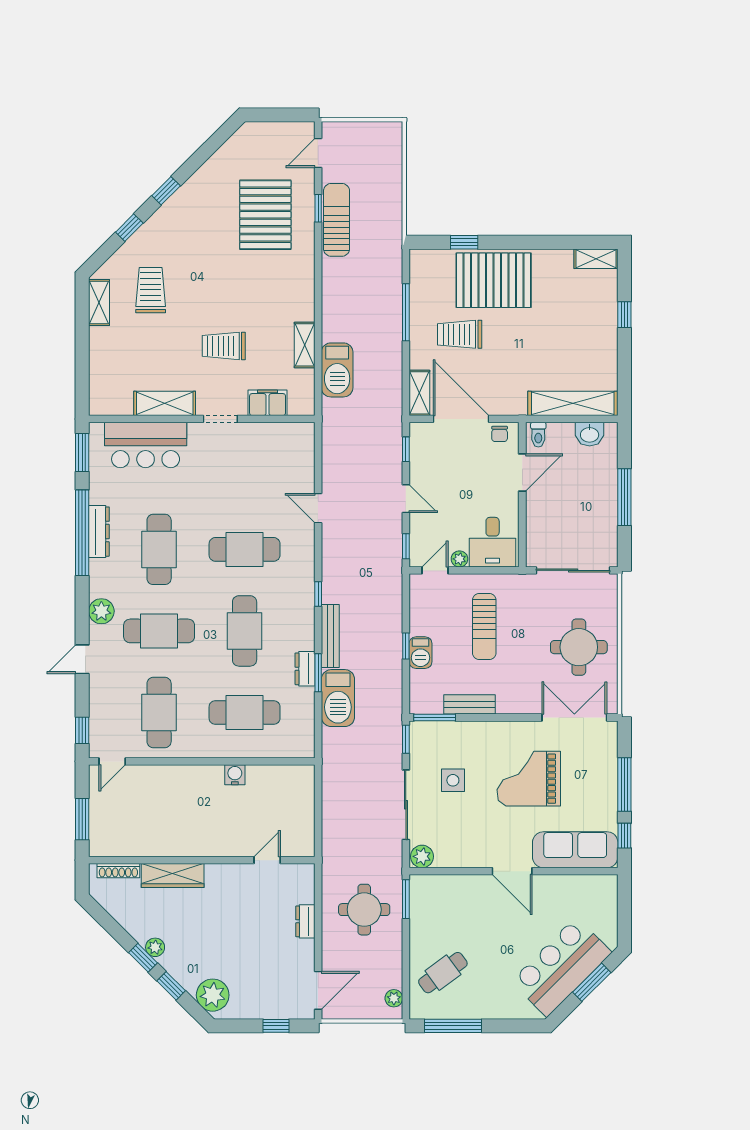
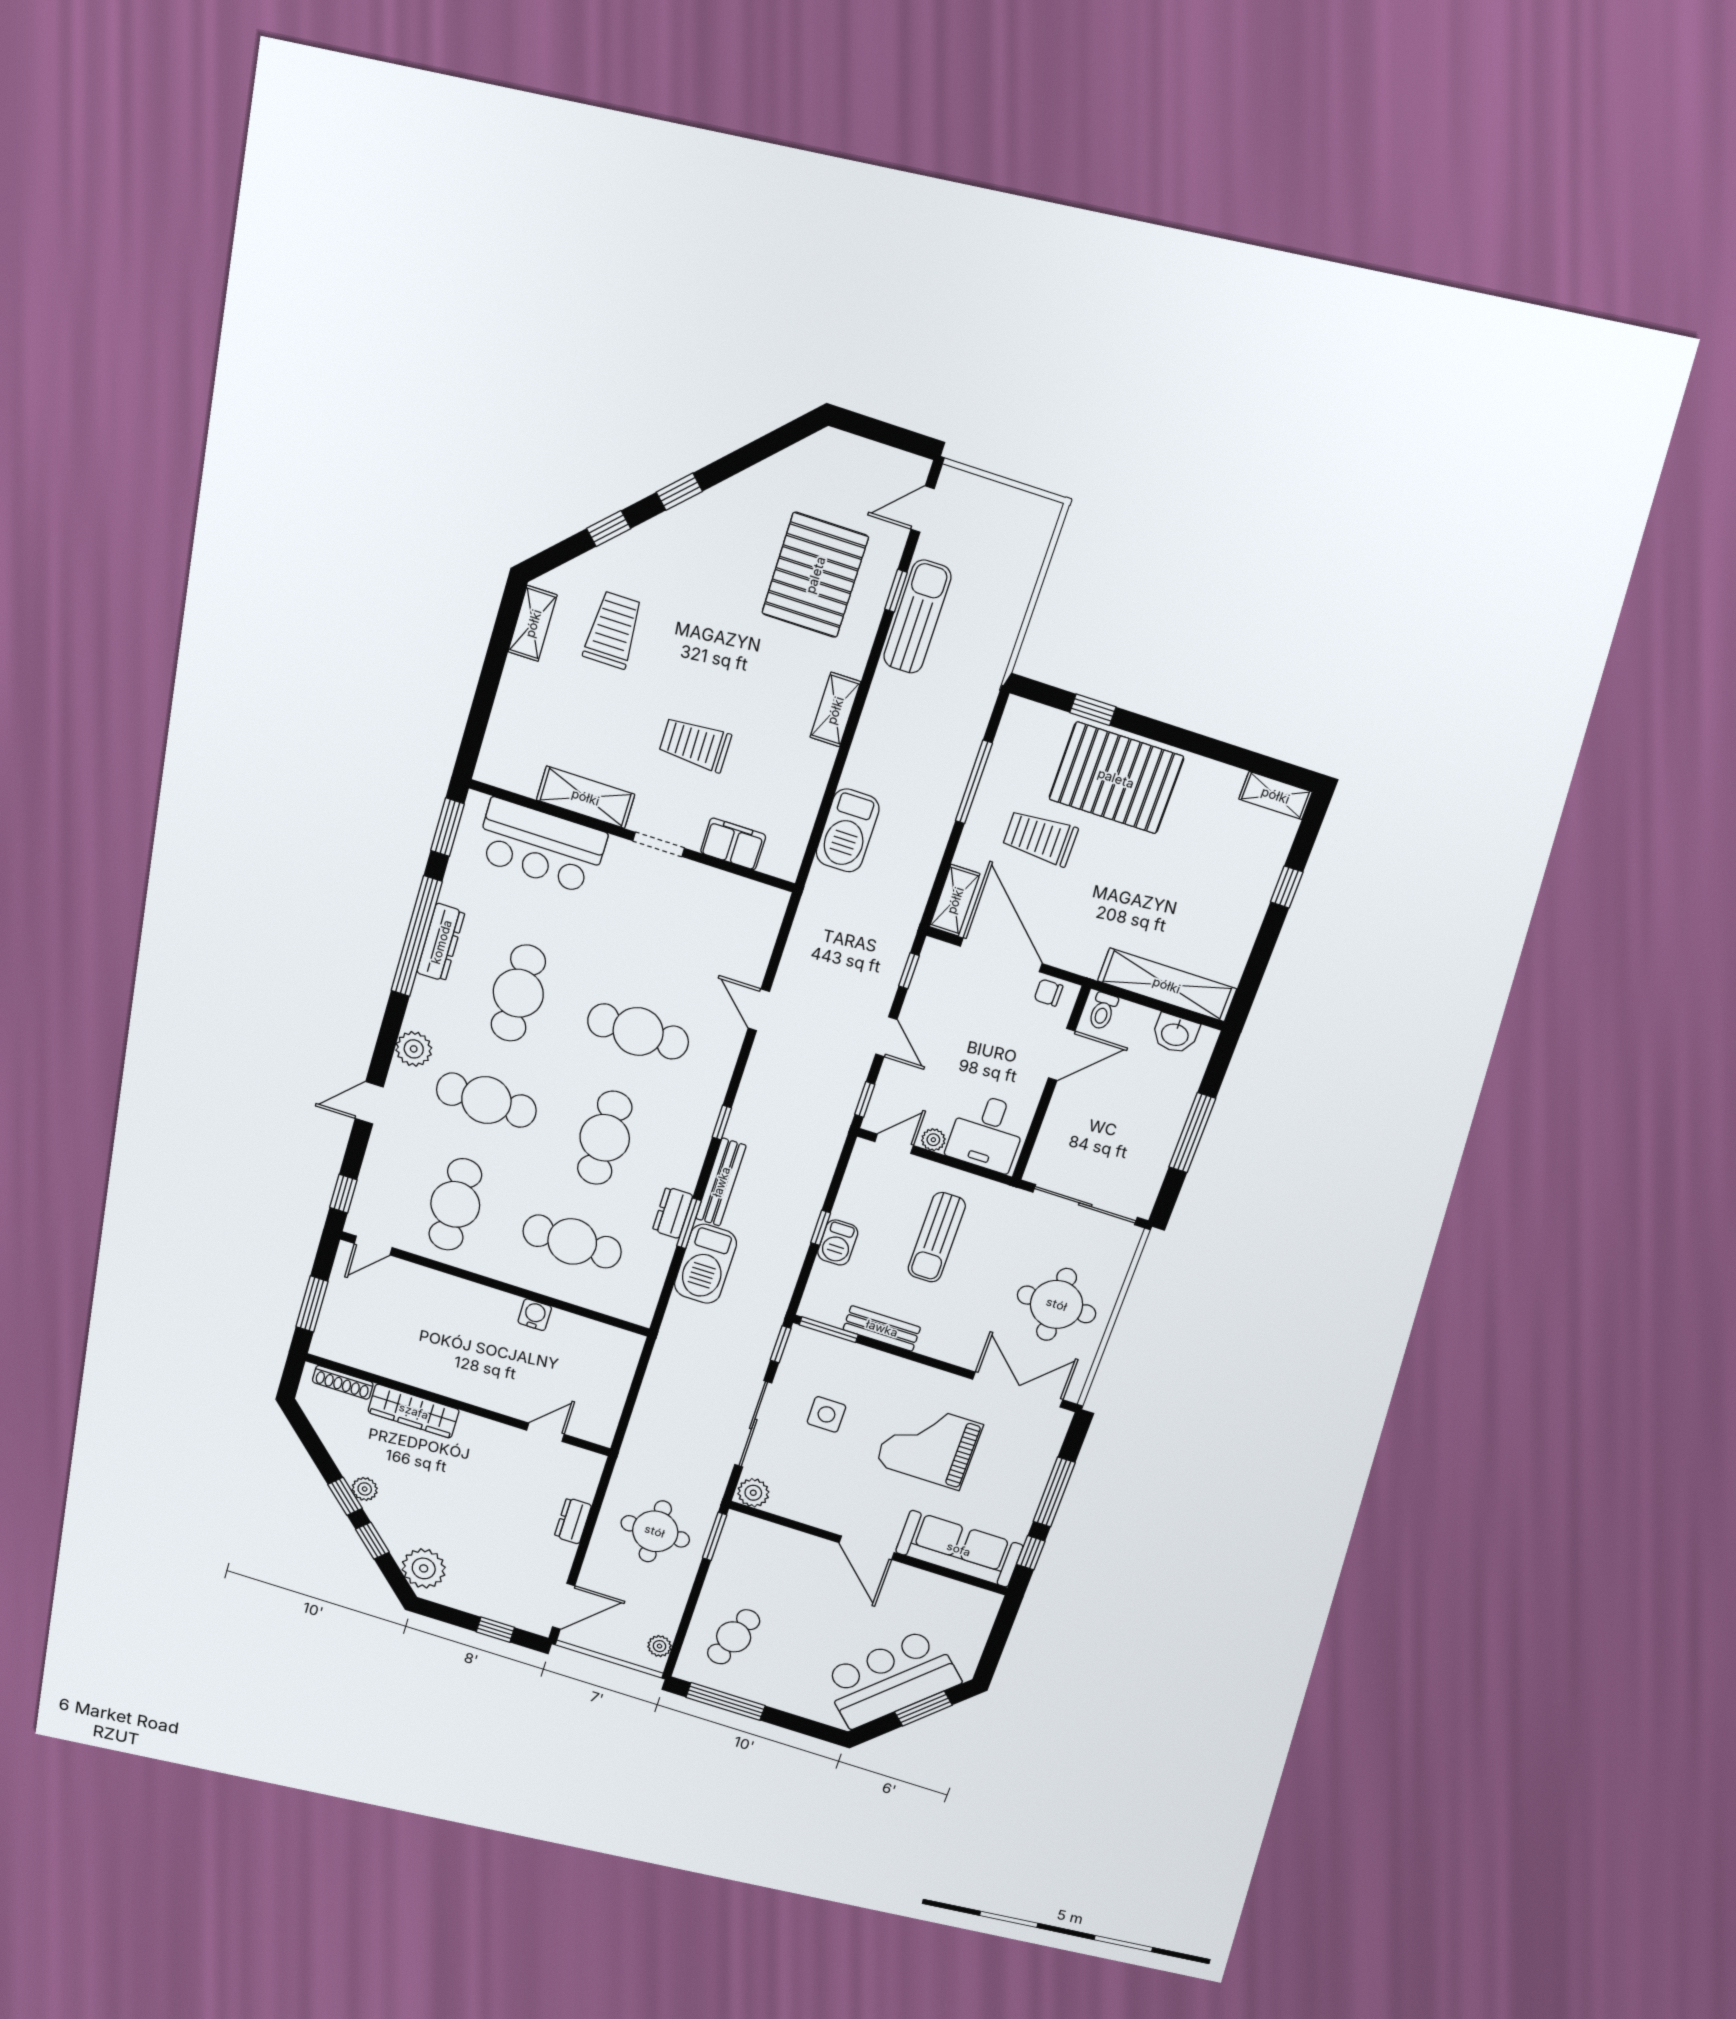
shelving: (305, 345) -> (835, 710), moved
chair: (500, 434) -> (1048, 993), turned 90
cafe table: (443, 973) -> (734, 1637), turned -35

